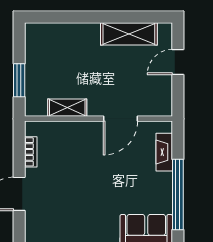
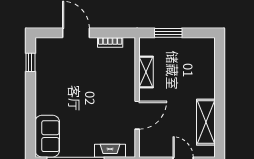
door: (120, 119) -> (137, 115), swing flipped

